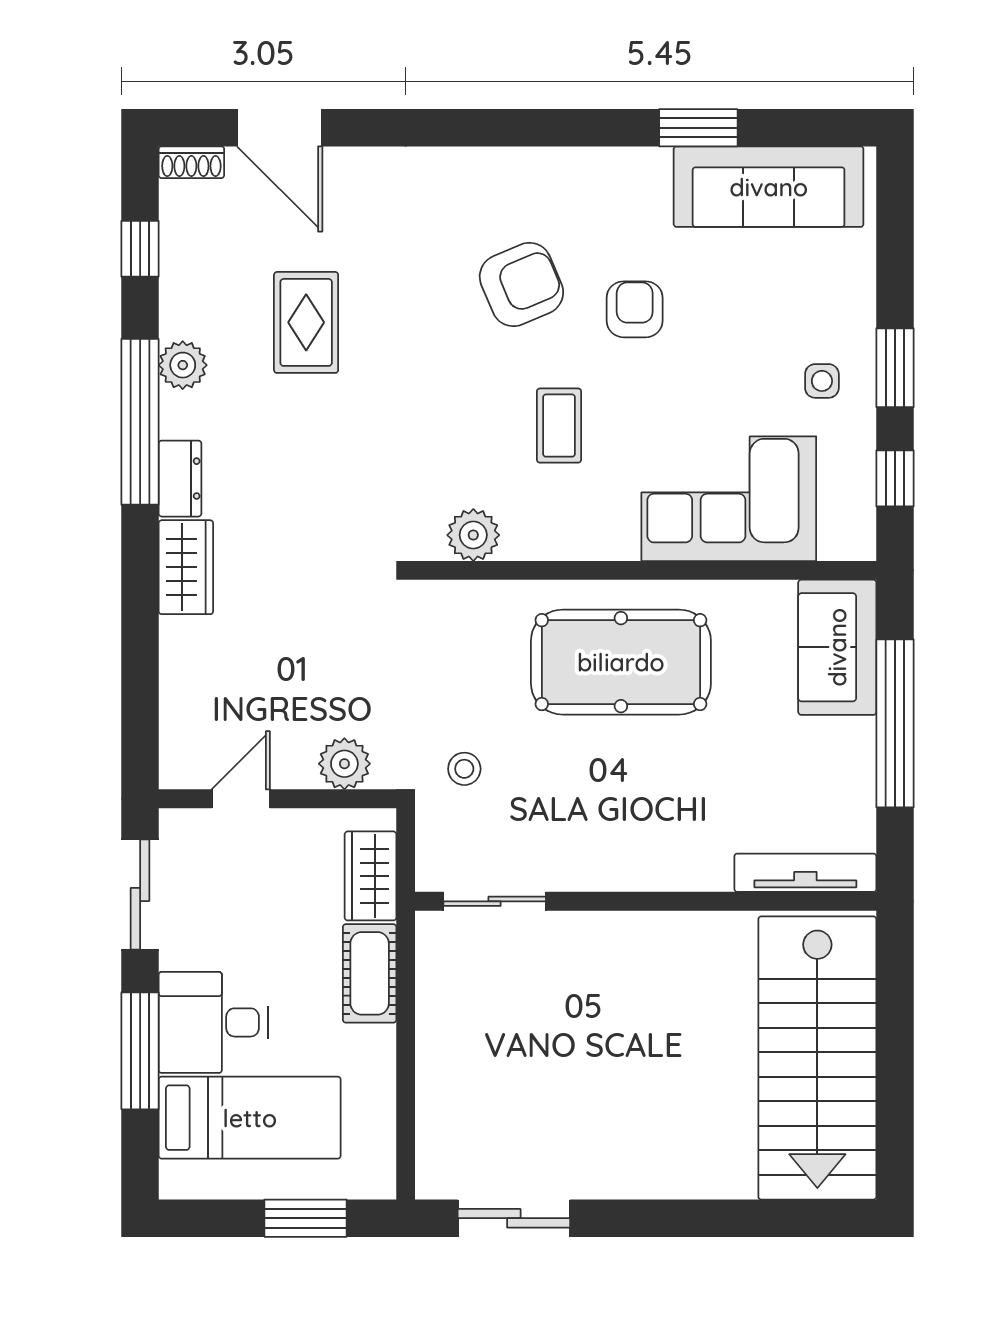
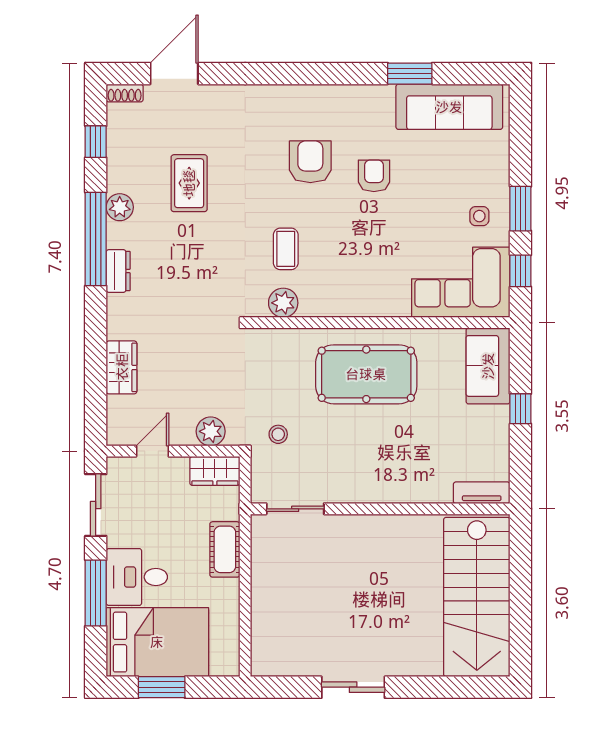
door: (280, 128) -> (174, 74), swing flipped
armchair: (521, 285) -> (310, 162), turned -67
coffee table: (559, 426) -> (286, 249), moved
corner sofa: (729, 499) -> (461, 282), moved
wardrobe: (186, 567) -> (122, 367), moved
window: (895, 723) -> (520, 409), width x0.32
tv unit: (805, 873) -> (482, 493), width x0.71
wardrobe: (371, 876) -> (215, 471), moved, turned -90
bed: (250, 1118) -> (157, 642), width x1.50
window: (305, 1218) -> (162, 687), moved
sliding door: (514, 1218) -> (353, 687), moved

